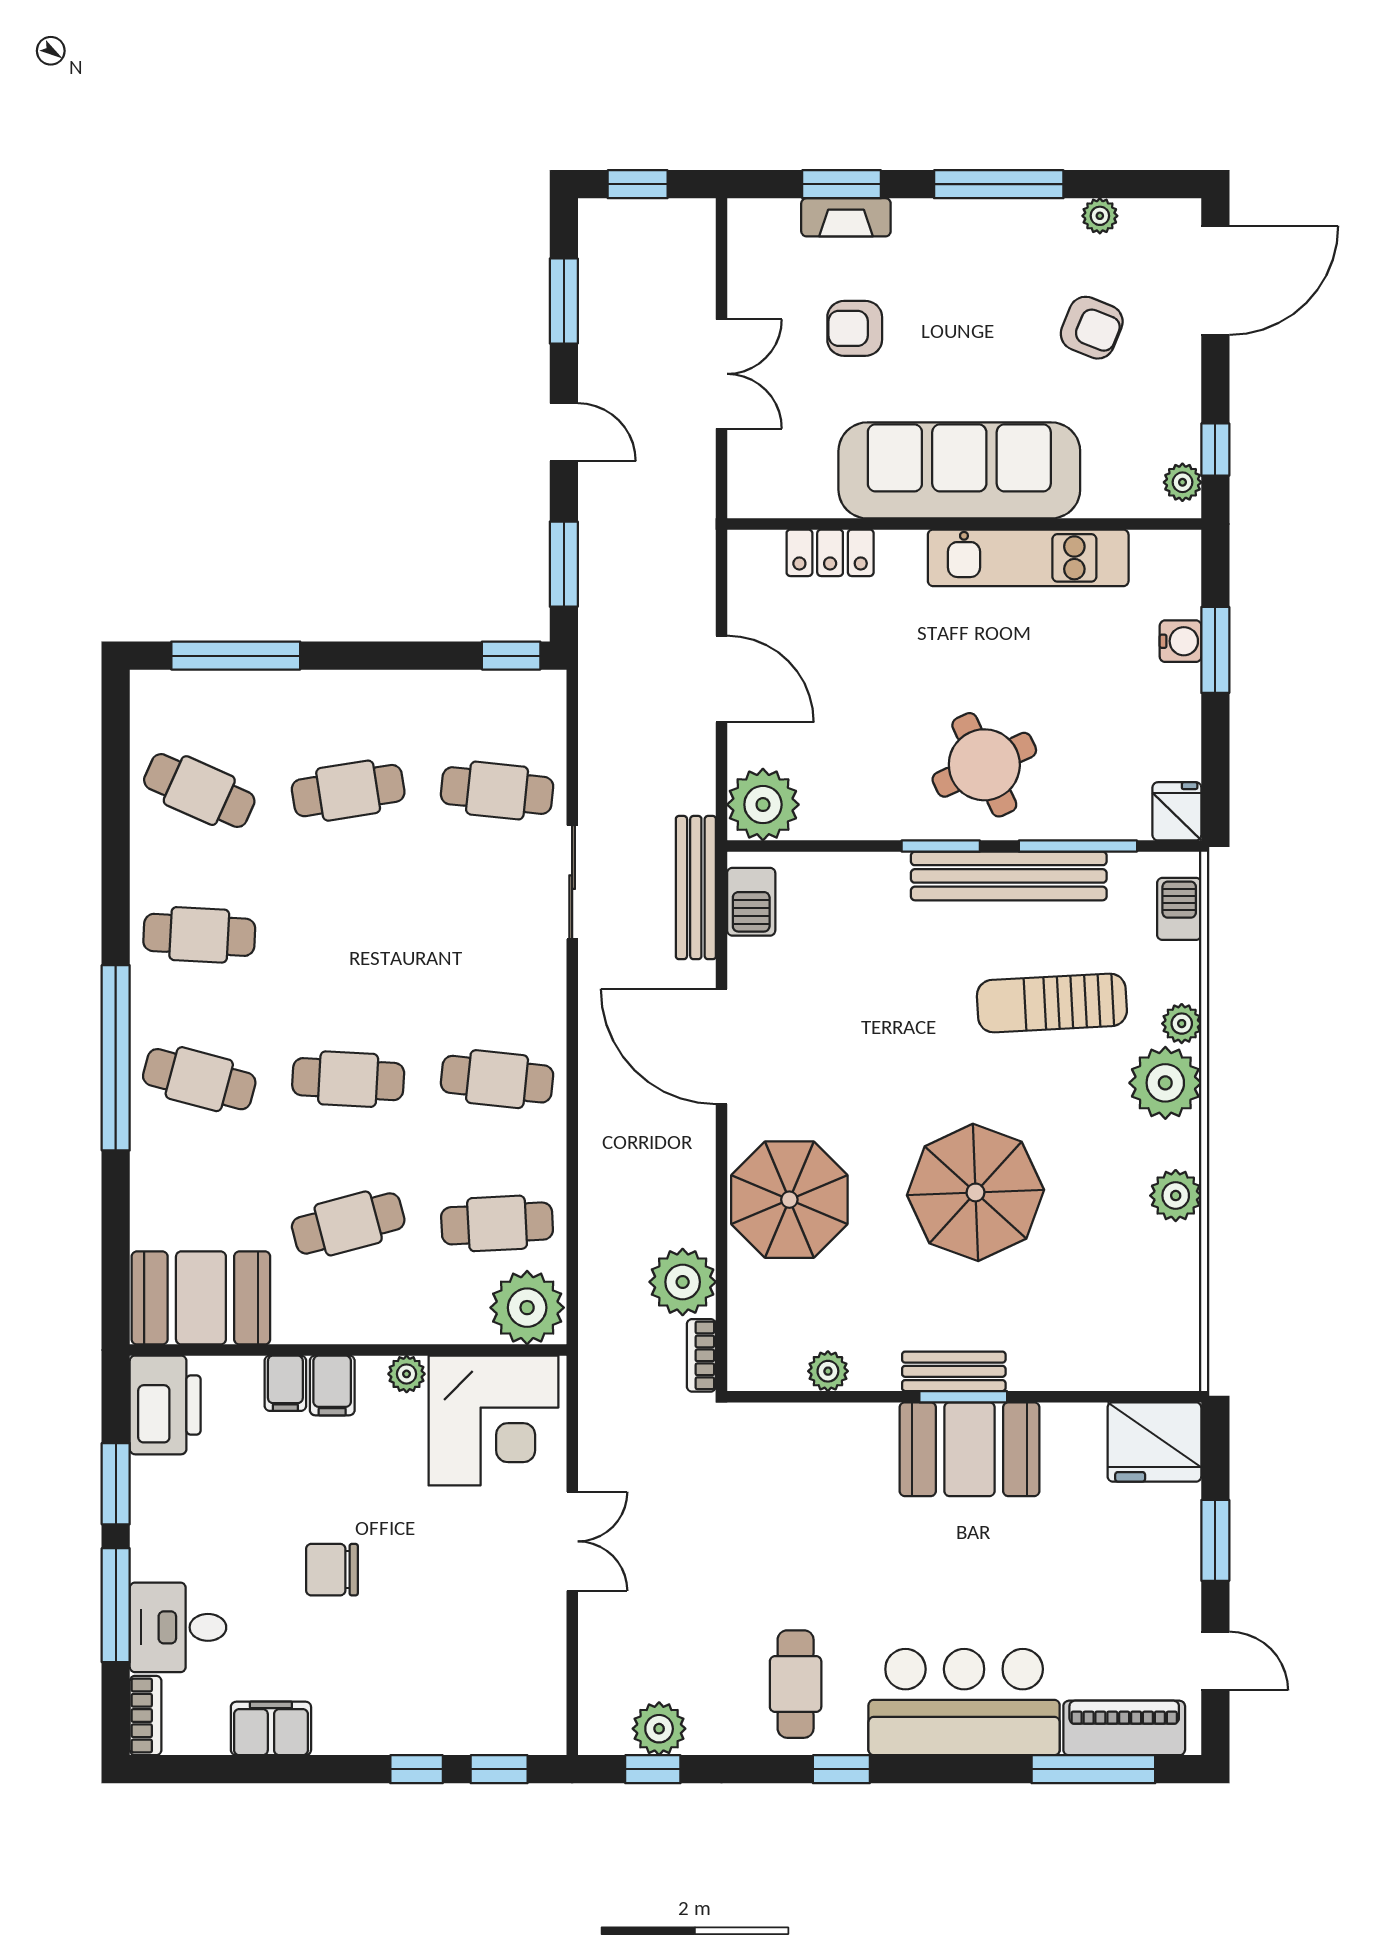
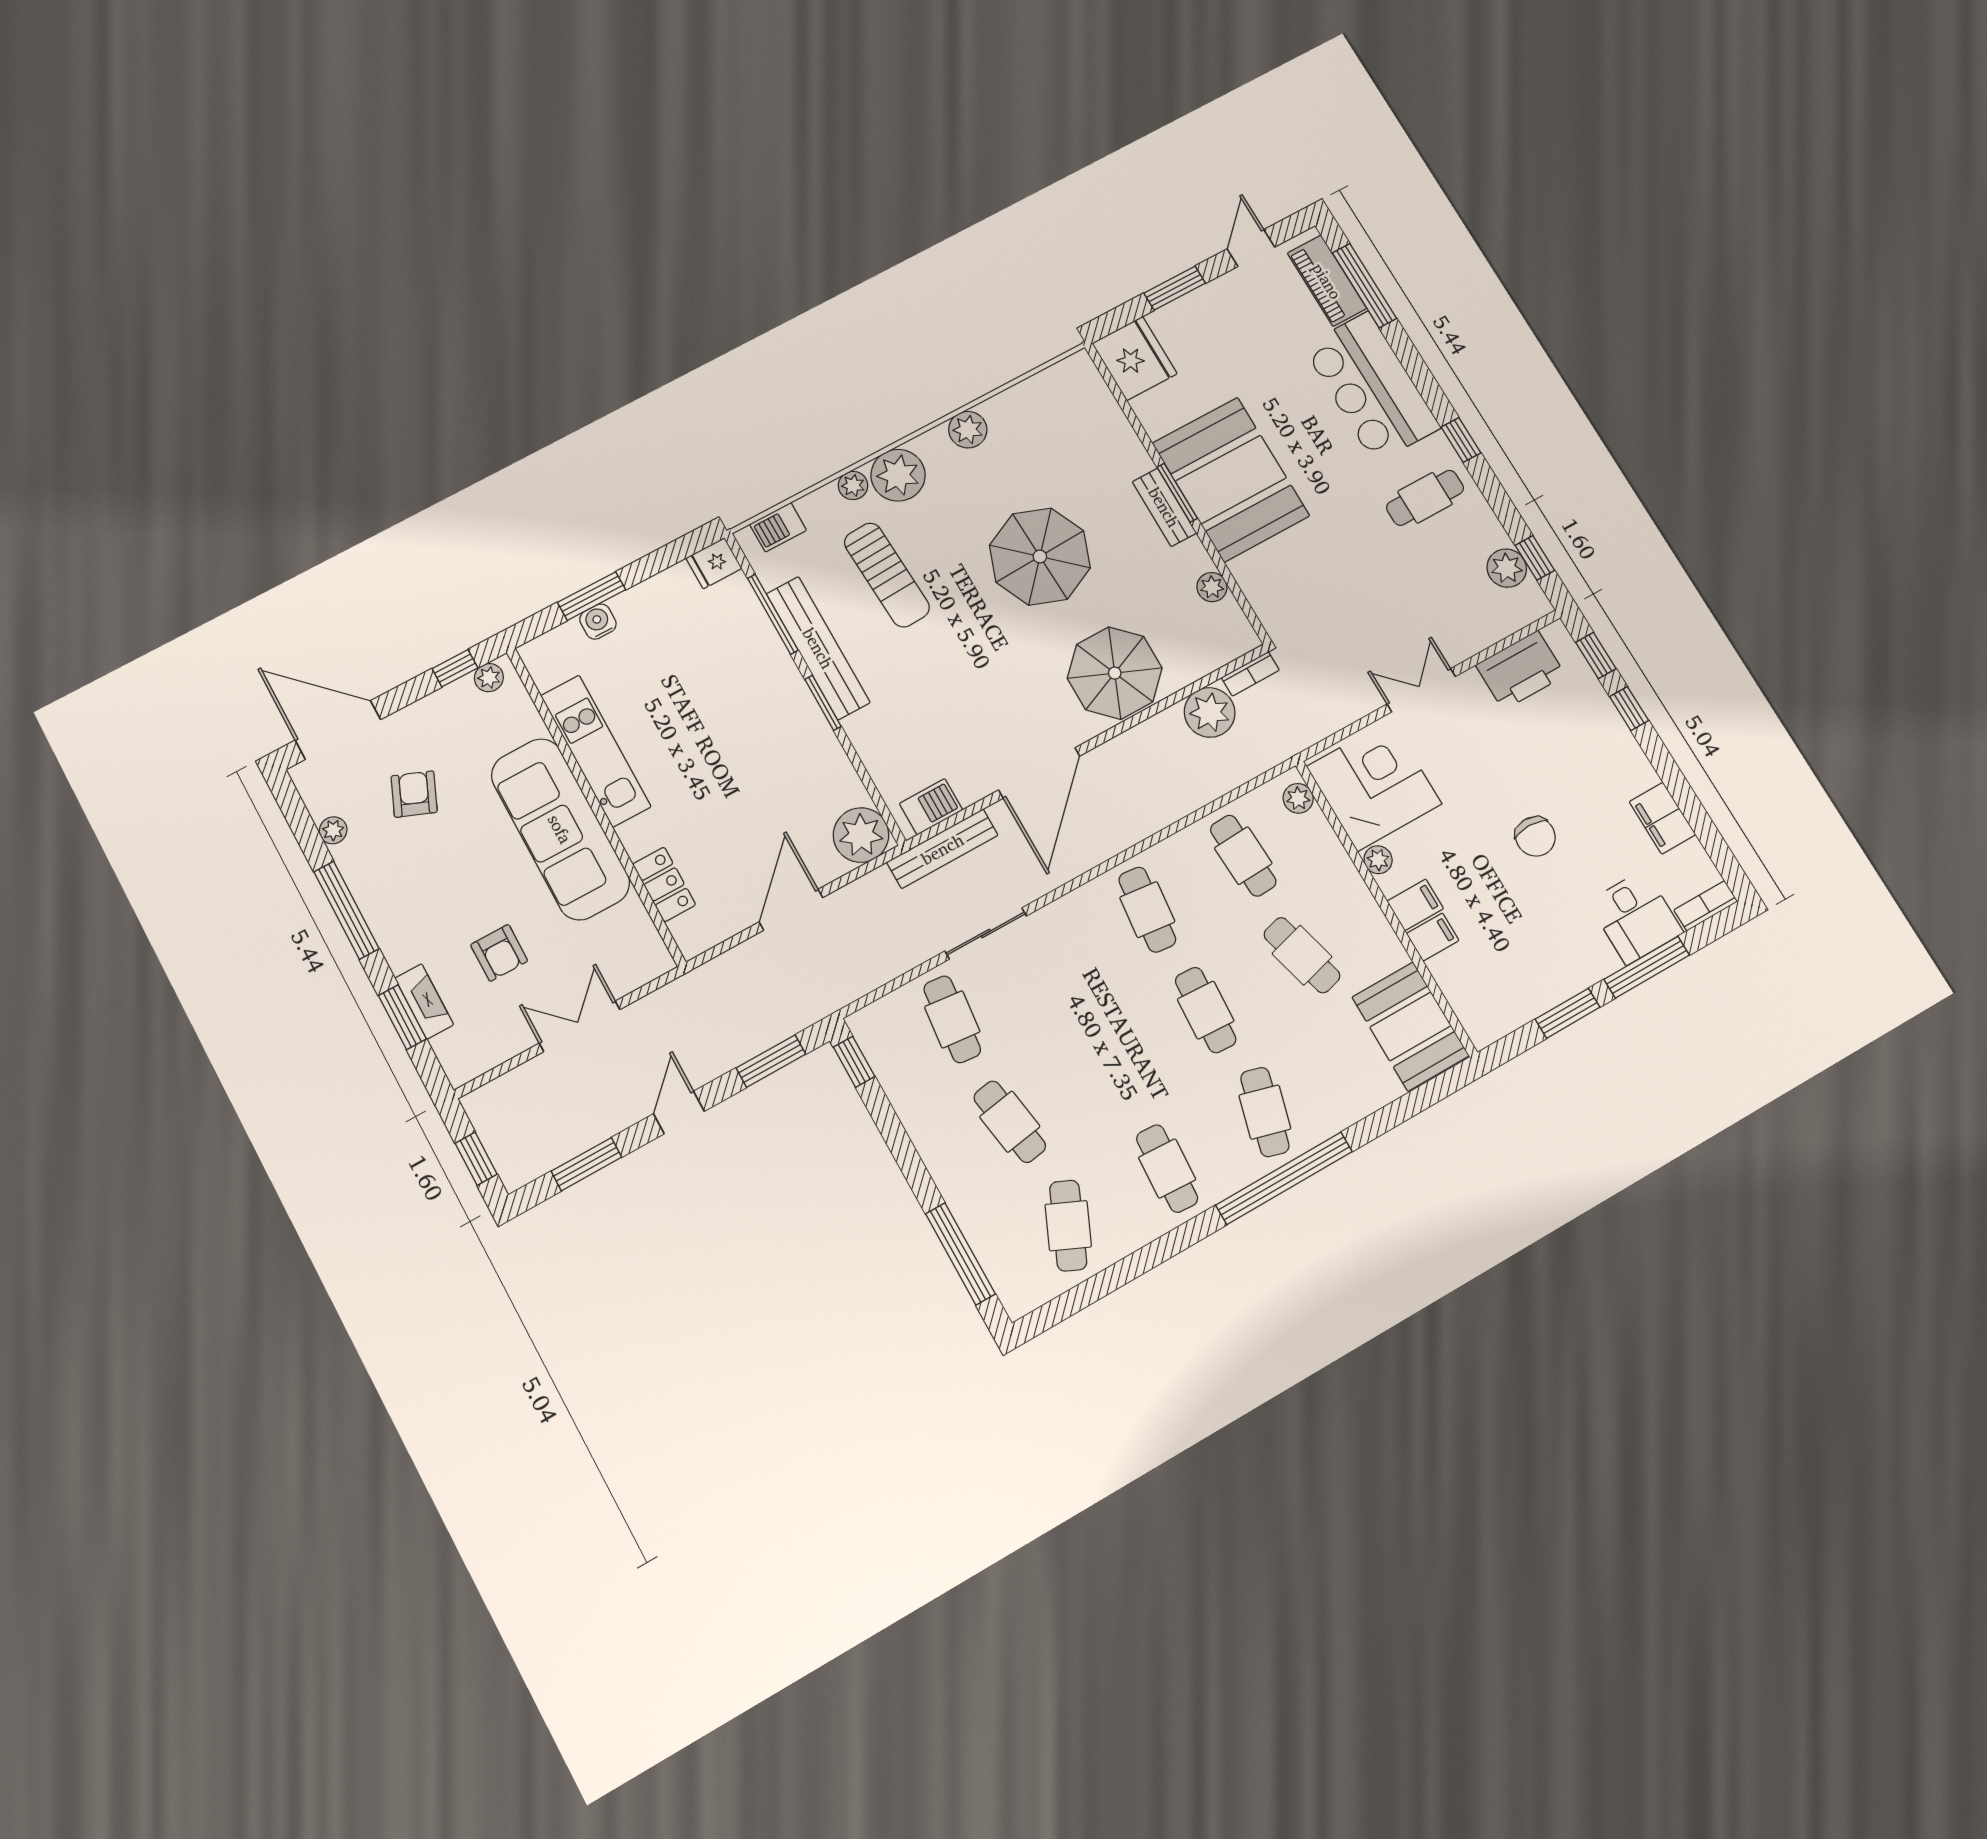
round table: (984, 765) -> (752, 704), removed
plant: (527, 1308) -> (1298, 798), width x0.53, depth x0.53
printer: (165, 1405) -> (1521, 670), moved, turned 180
booth: (969, 1449) -> (1231, 479), width x1.36, depth x1.42

